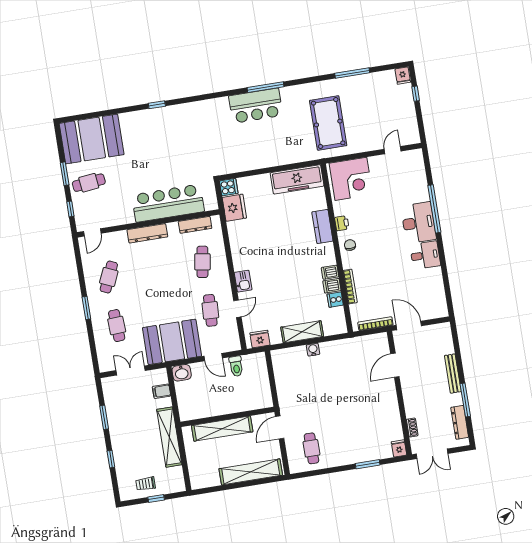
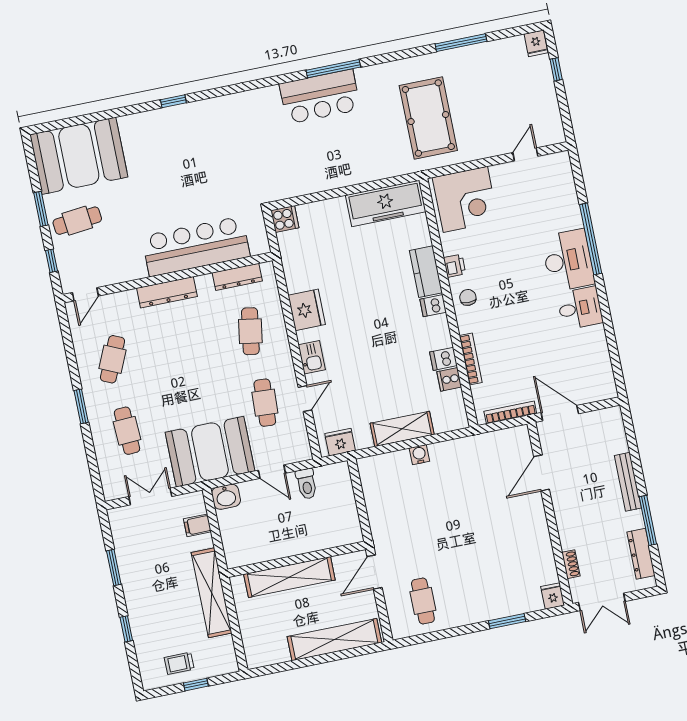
fridge: (234, 208) -> (307, 310), moved
dishwasher: (330, 272) -> (433, 306), moved

